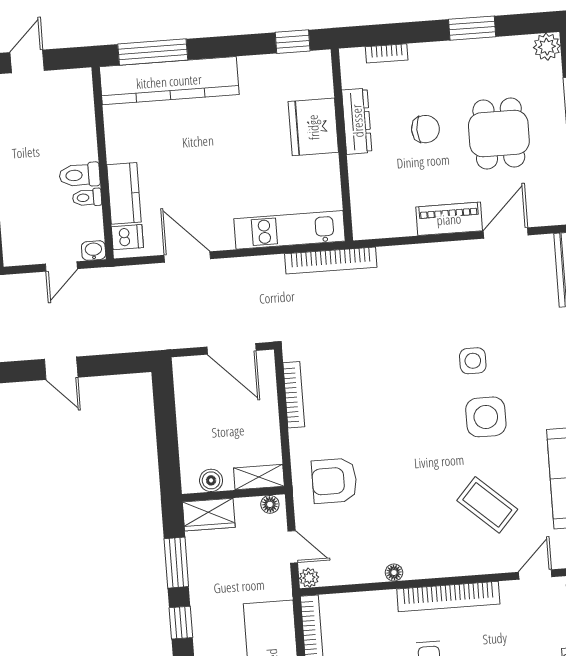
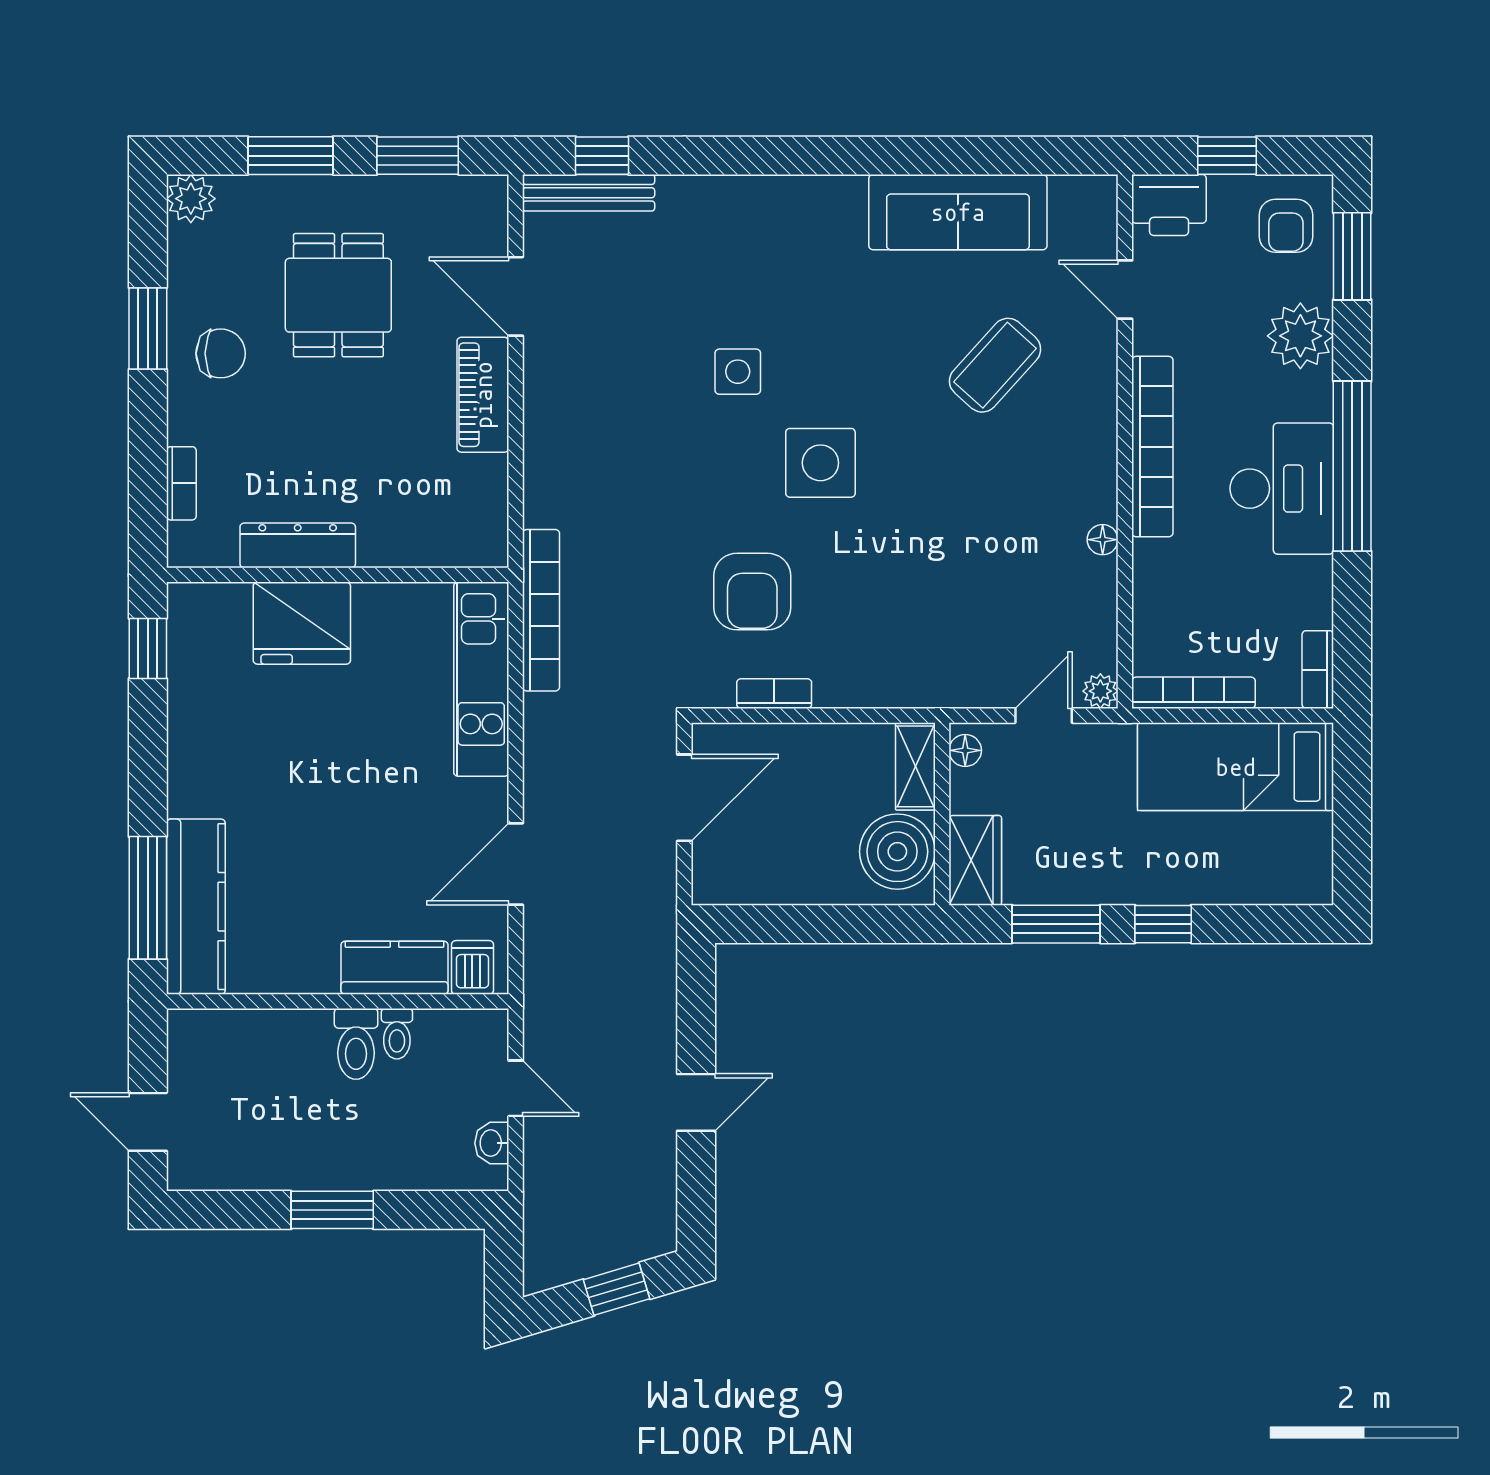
kitchen counter: (169, 81) -> (196, 907), width x0.72, depth x0.86
chair: (425, 129) -> (221, 353), moved, turned 90
dining table: (499, 134) -> (338, 295), turned 90
washbasin: (94, 251) -> (492, 1143), moved
bookcase: (294, 395) -> (774, 694), width x0.64
side table: (486, 417) -> (820, 463), moved
boiler: (211, 480) -> (897, 852), width x1.86, depth x1.86
armchair: (334, 481) -> (752, 592), moved

